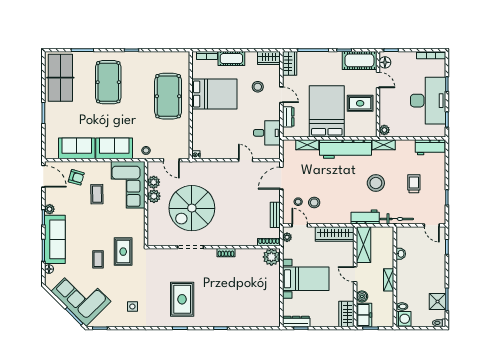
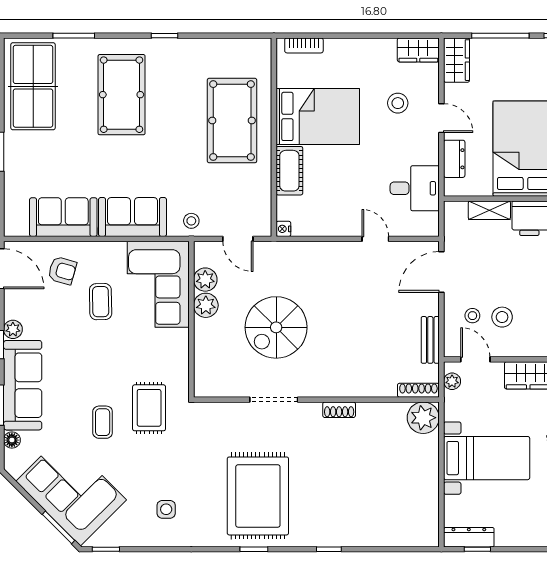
cot: (231, 59) -> (289, 171), moved, turned 90
spiral stairs: (192, 208) -> (276, 327), width x0.73, depth x0.73
rug: (182, 299) -> (258, 496), width x1.37, depth x1.44

